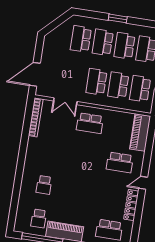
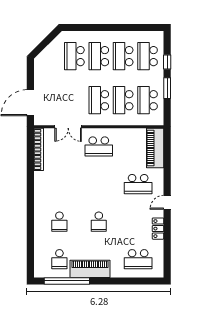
window: (118, 18) -> (111, 27), removed
school desk: (79, 190) -> (99, 222), added
locker: (131, 205) -> (158, 229), width x0.66

